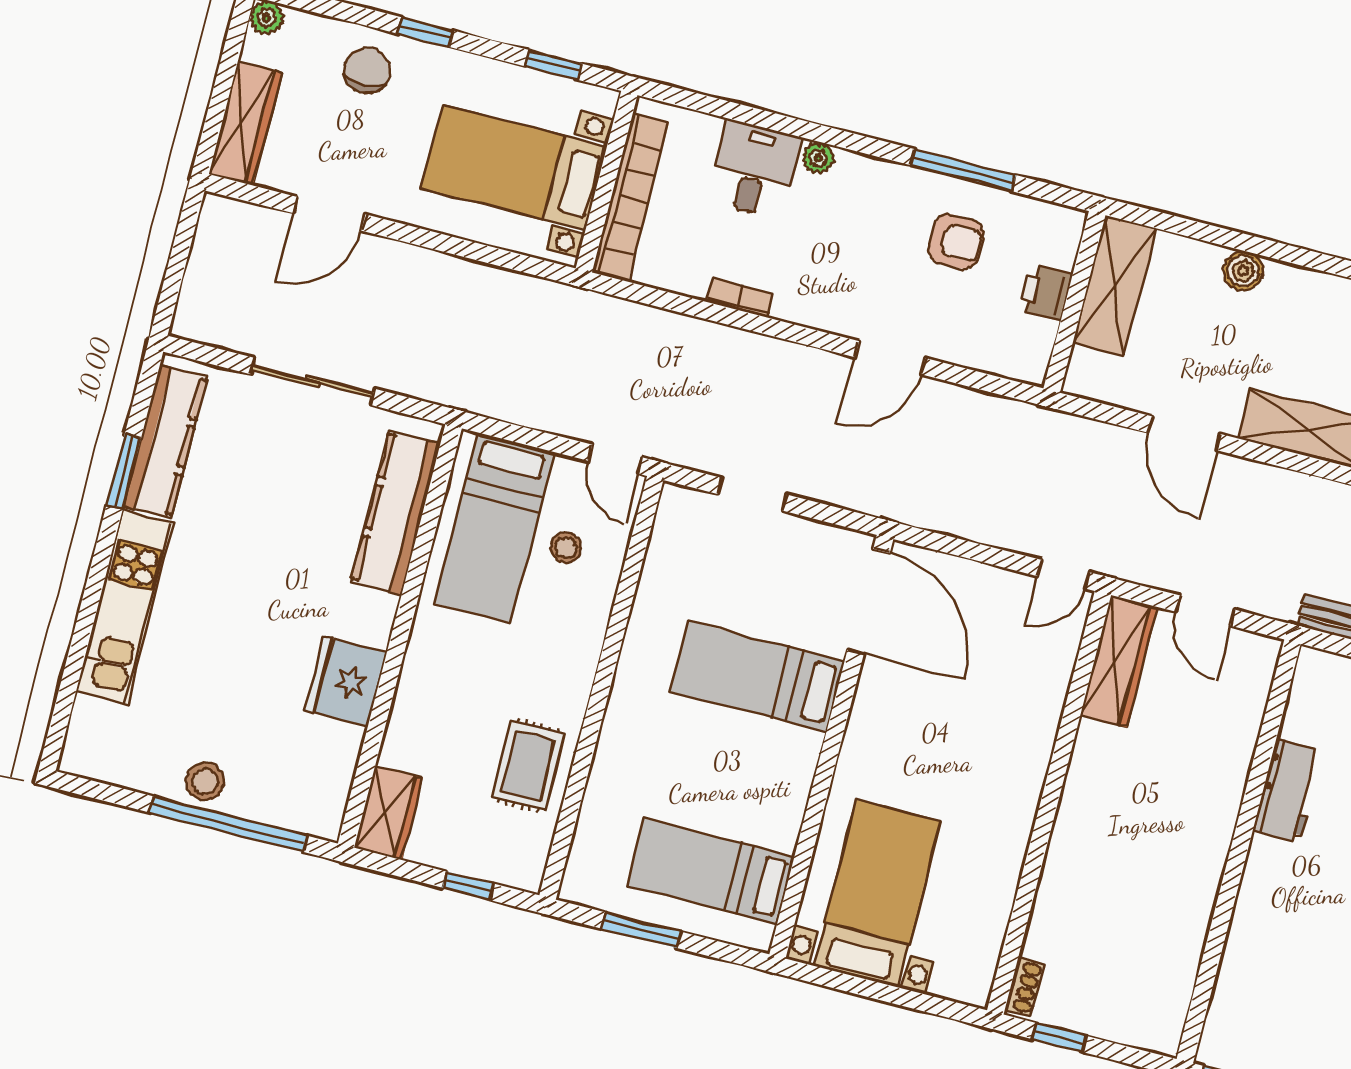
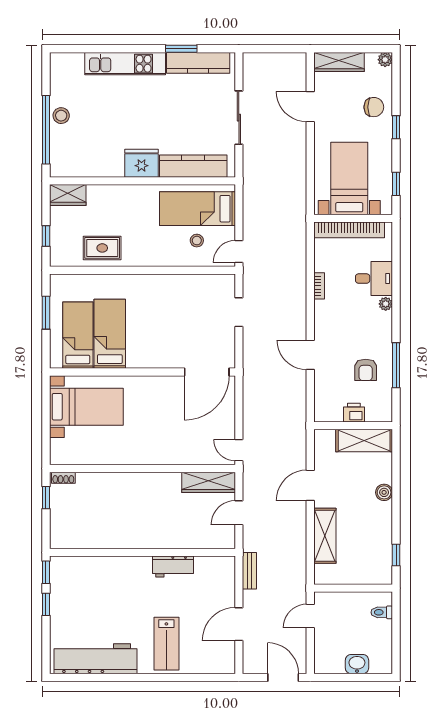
bed: (757, 676) -> (110, 334), moved
fridge: (346, 681) -> (142, 163), moved

